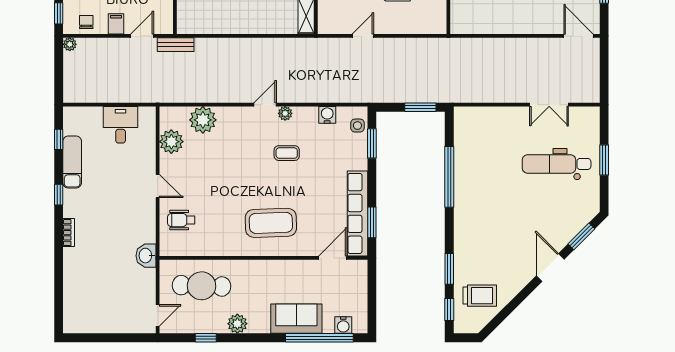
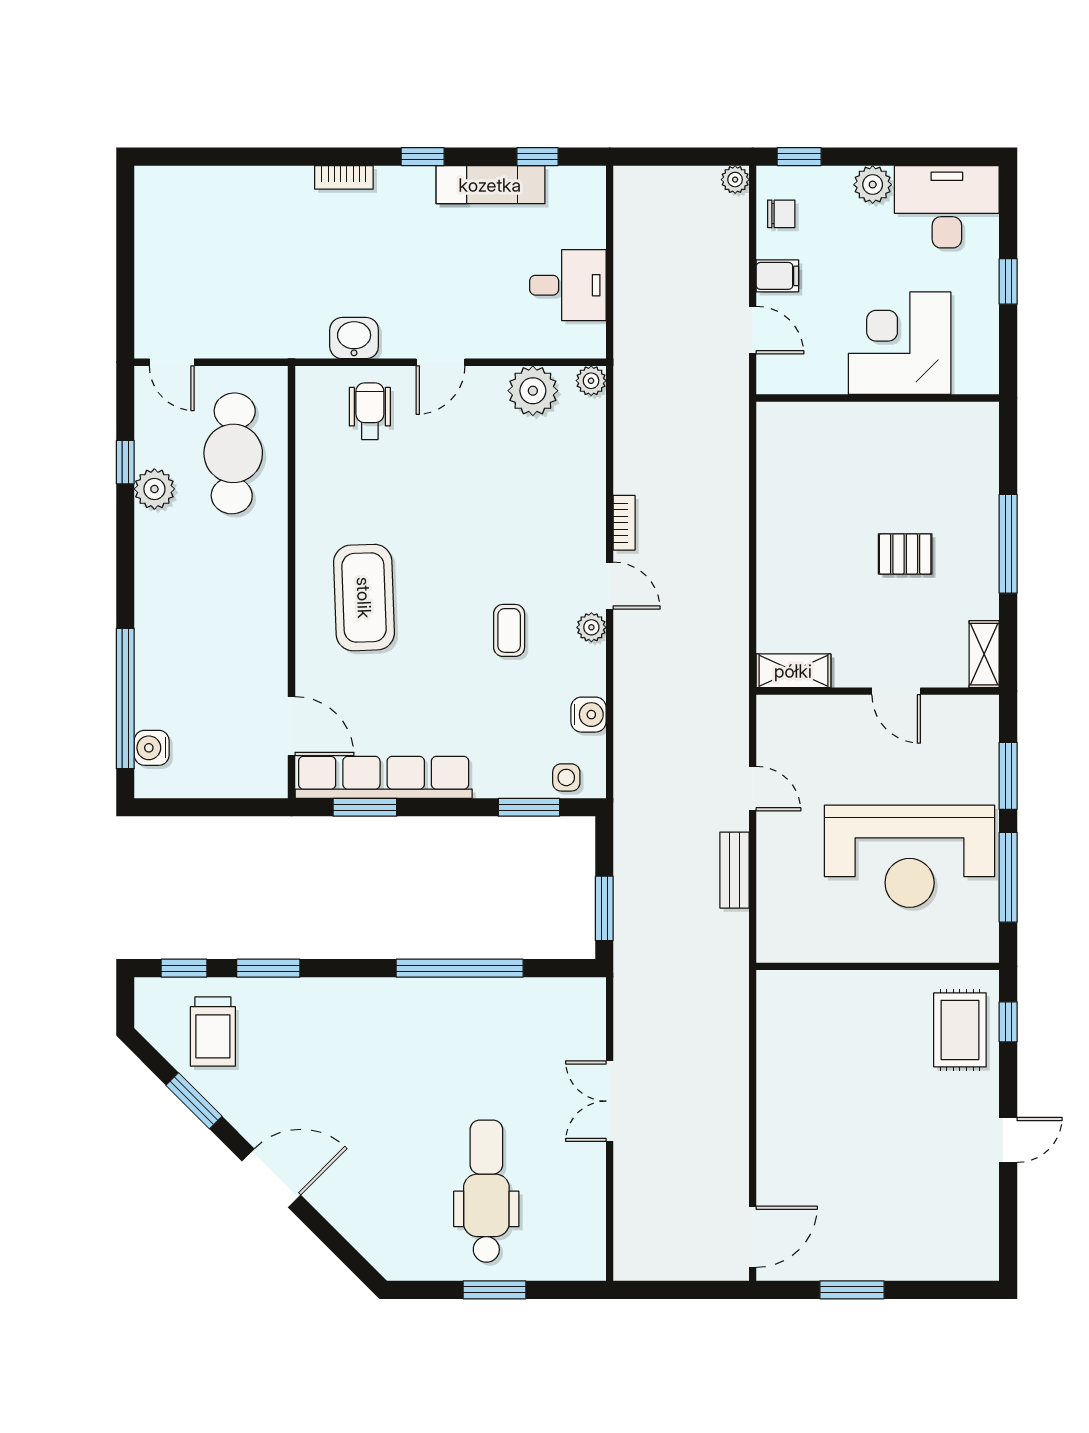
bench: (176, 45) -> (734, 870), moved
bookcase: (235, 98) -> (624, 523), added
double door: (549, 105) -> (610, 1101), moved
plant: (203, 120) -> (591, 381), moved, width x0.53, depth x0.53
window: (581, 236) -> (194, 1101), moved
washbasin: (146, 256) -> (354, 338), moved
sofa: (296, 319) -> (165, 651), removed
plant: (237, 324) -> (154, 489), moved

